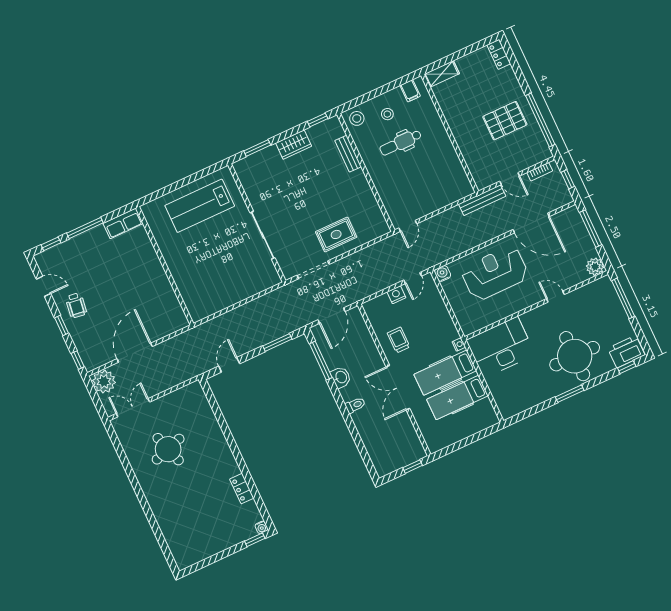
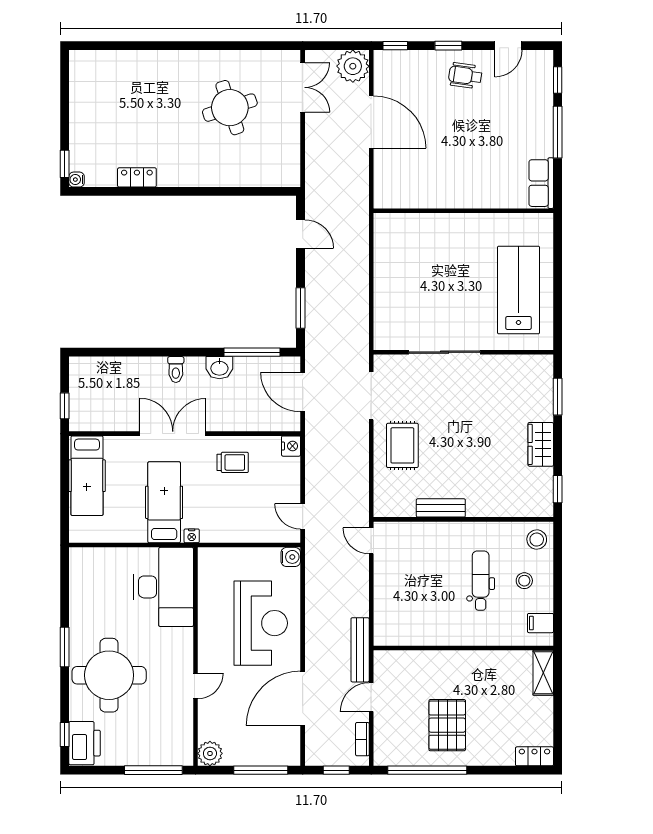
bench: (348, 154) -> (441, 508), moved
nightstand: (396, 295) -> (291, 446), moved
hospital bed: (457, 398) -> (87, 476), moved, turned 180

